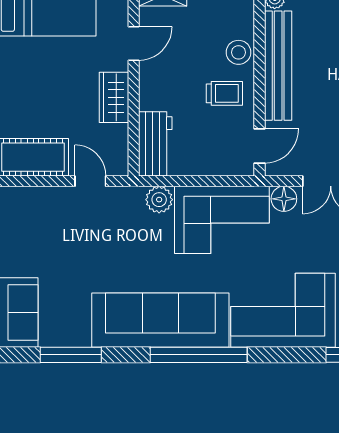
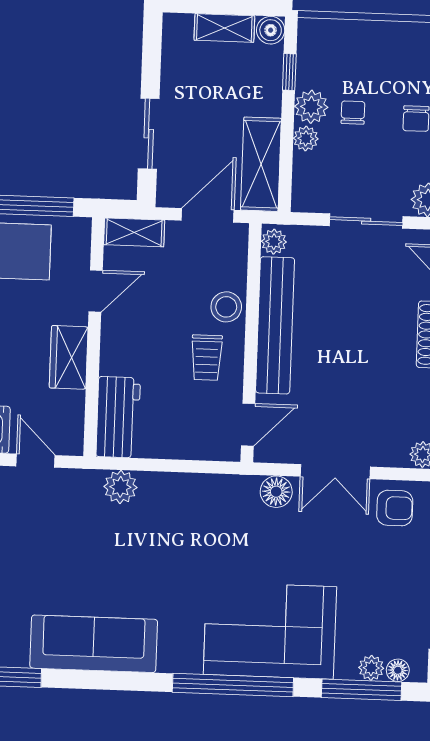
trolley: (224, 93) -> (207, 358), turned 90
corner sofa: (222, 220) -> (198, 515), removed
sofa: (160, 320) -> (94, 644), width x0.74, depth x0.79
window: (199, 355) -> (233, 685), moved

